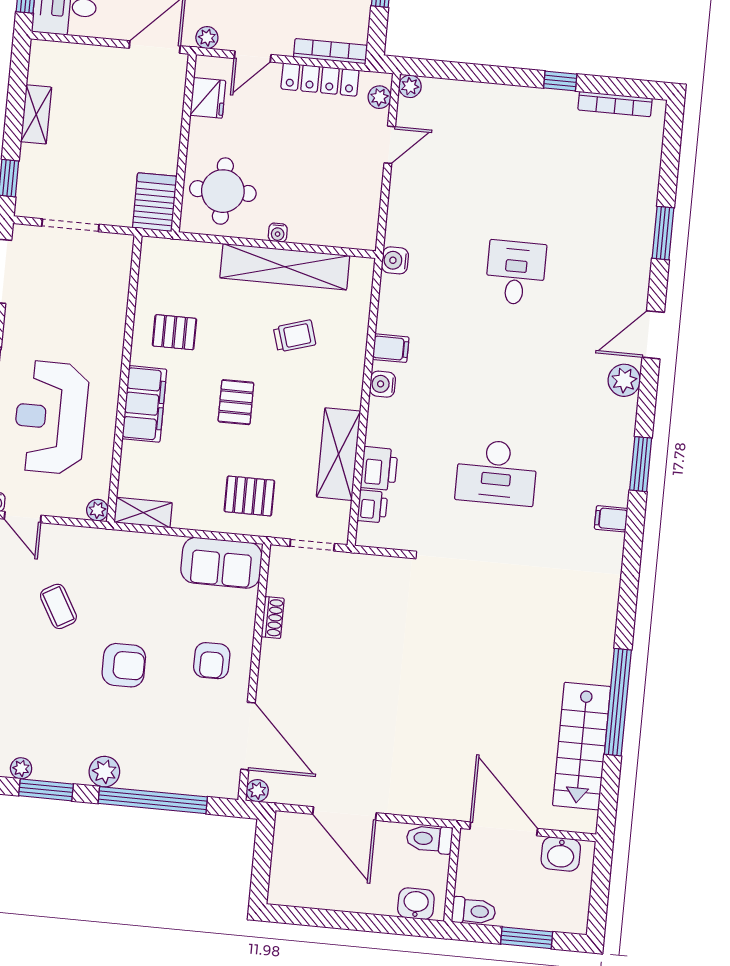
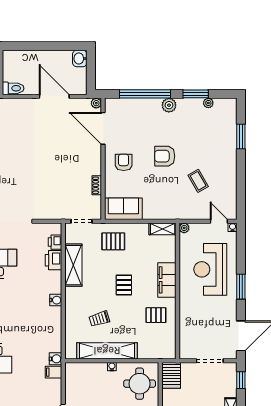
filing cabinet: (391, 348) -> (54, 372), moved
reception desk: (51, 417) -> (210, 269), turned 180
washbasin: (416, 904) -> (80, 59), moved, turned 90

